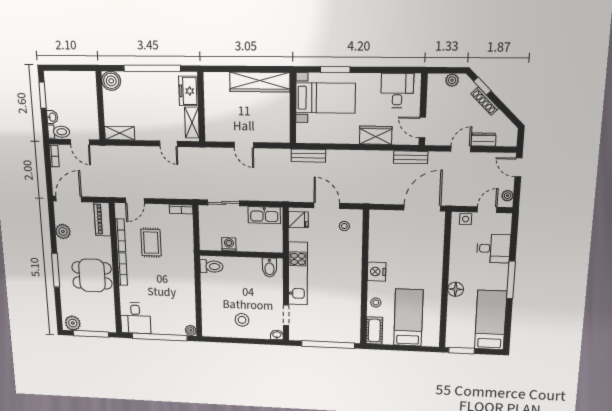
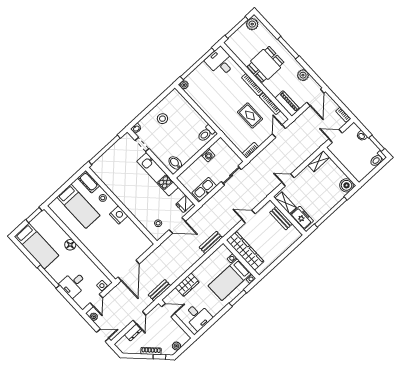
wardrobe: (260, 82) -> (245, 251), moved, turned 90
bench: (211, 111) -> (281, 218), added
toilet: (59, 132) -> (378, 159), moved

